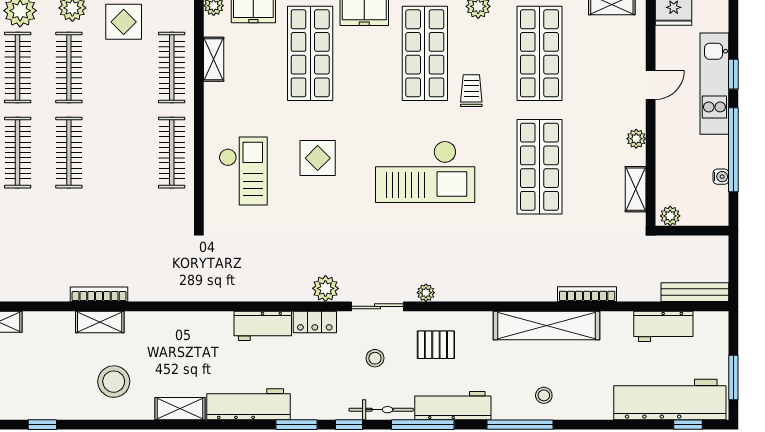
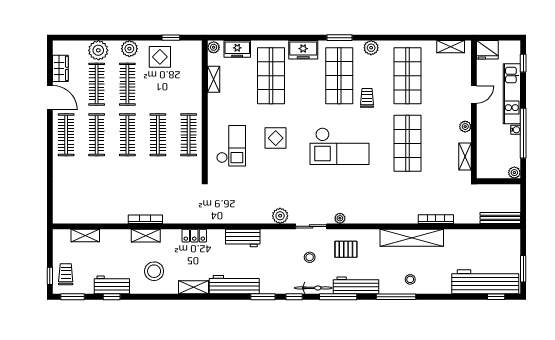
clothes rail: (172, 68) -> (158, 135), moved
window: (733, 74) -> (523, 63), moved
water cooler: (721, 177) -> (516, 130), moved
plant: (670, 216) -> (514, 173), moved
locker: (315, 322) -> (194, 236), moved
workbench: (663, 326) -> (112, 285), moved, turned 180

